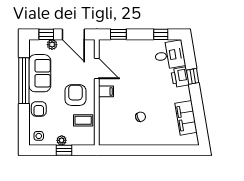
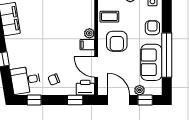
printer: (180, 77) -> (85, 88), moved, turned -80
plant: (104, 103) -> (89, 33), added
chair: (141, 117) -> (54, 80), moved

